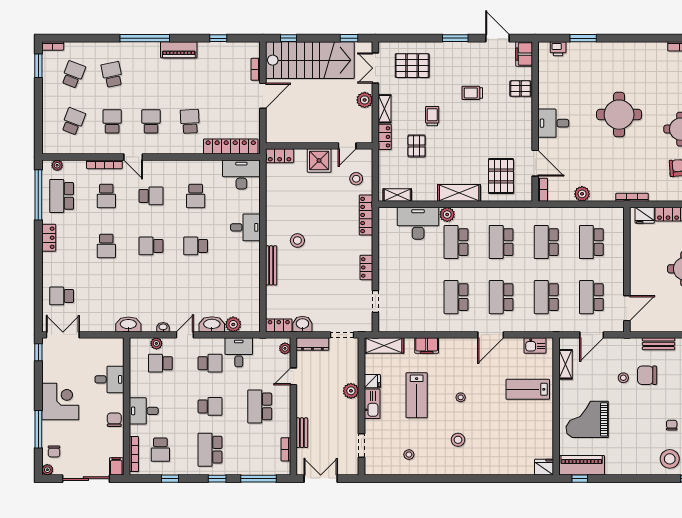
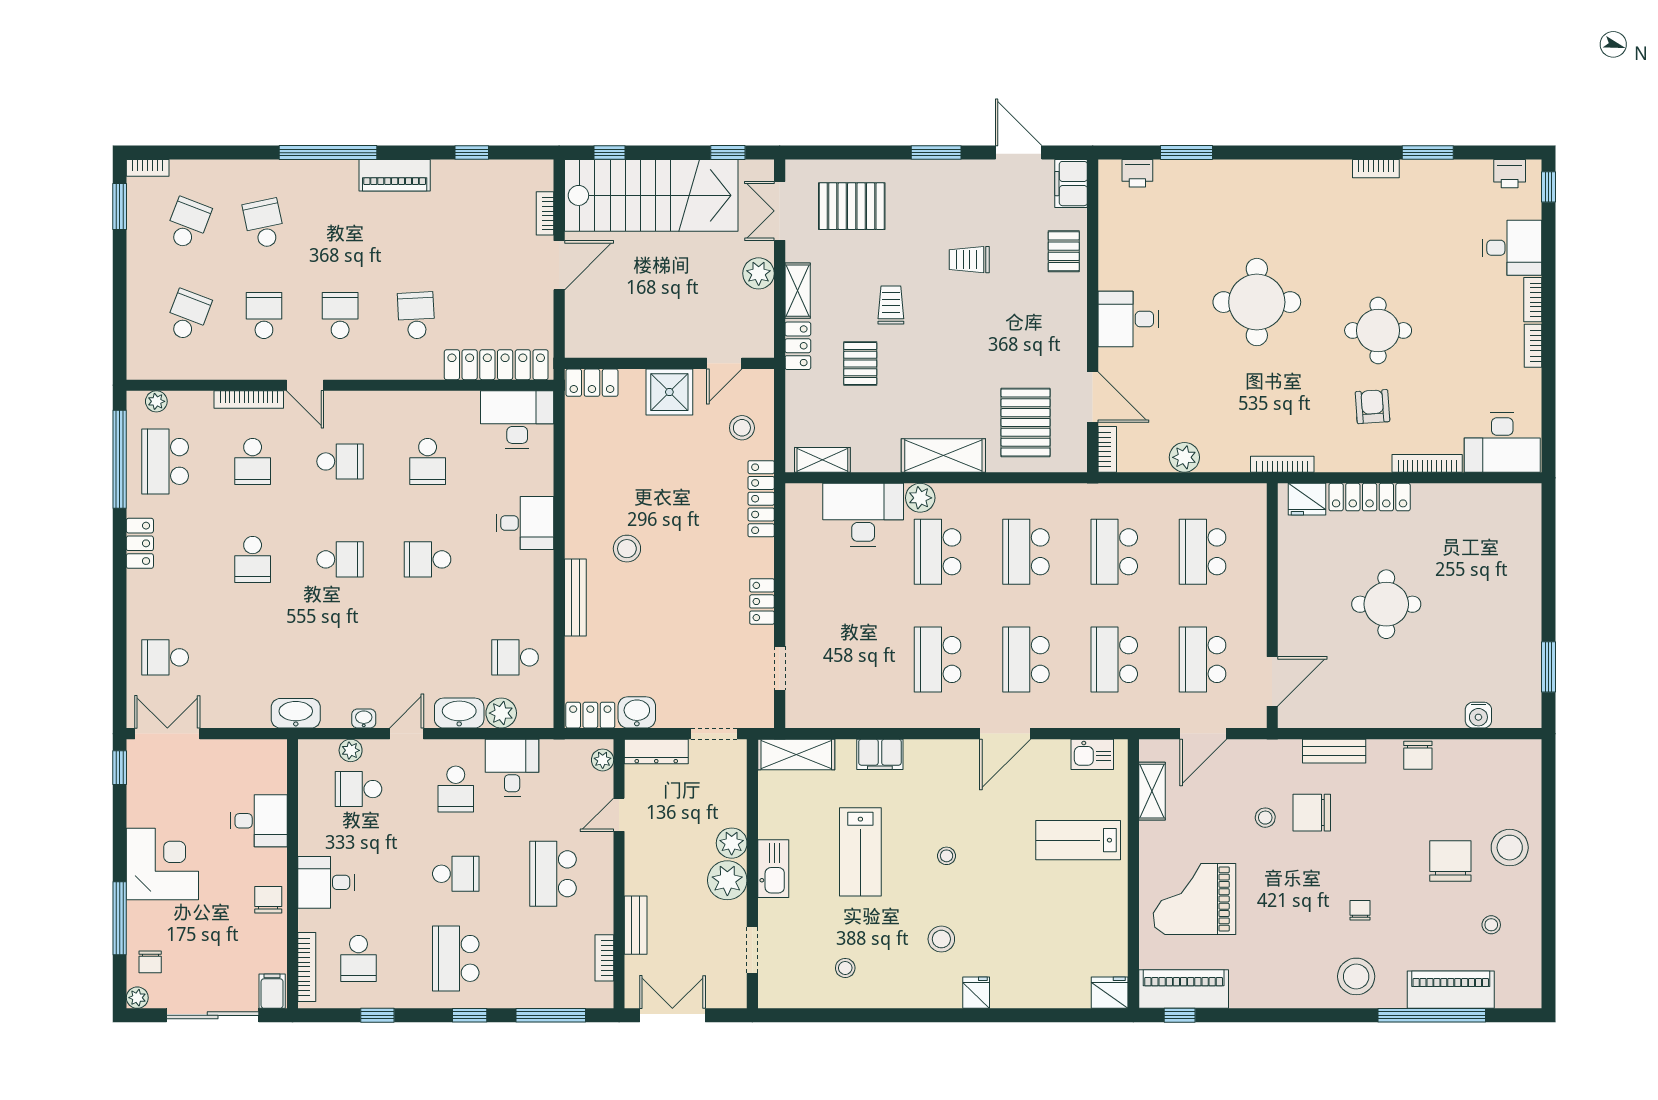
pallet: (520, 89) -> (1064, 251), turned 90
school desk: (151, 246) -> (340, 559), turned 180
school desk: (240, 296) -> (515, 657), added
school desk: (210, 363) -> (456, 789), turned 90
fridge: (372, 381) -> (976, 993), moved, turned -90
plant: (349, 410) -> (727, 880), added

